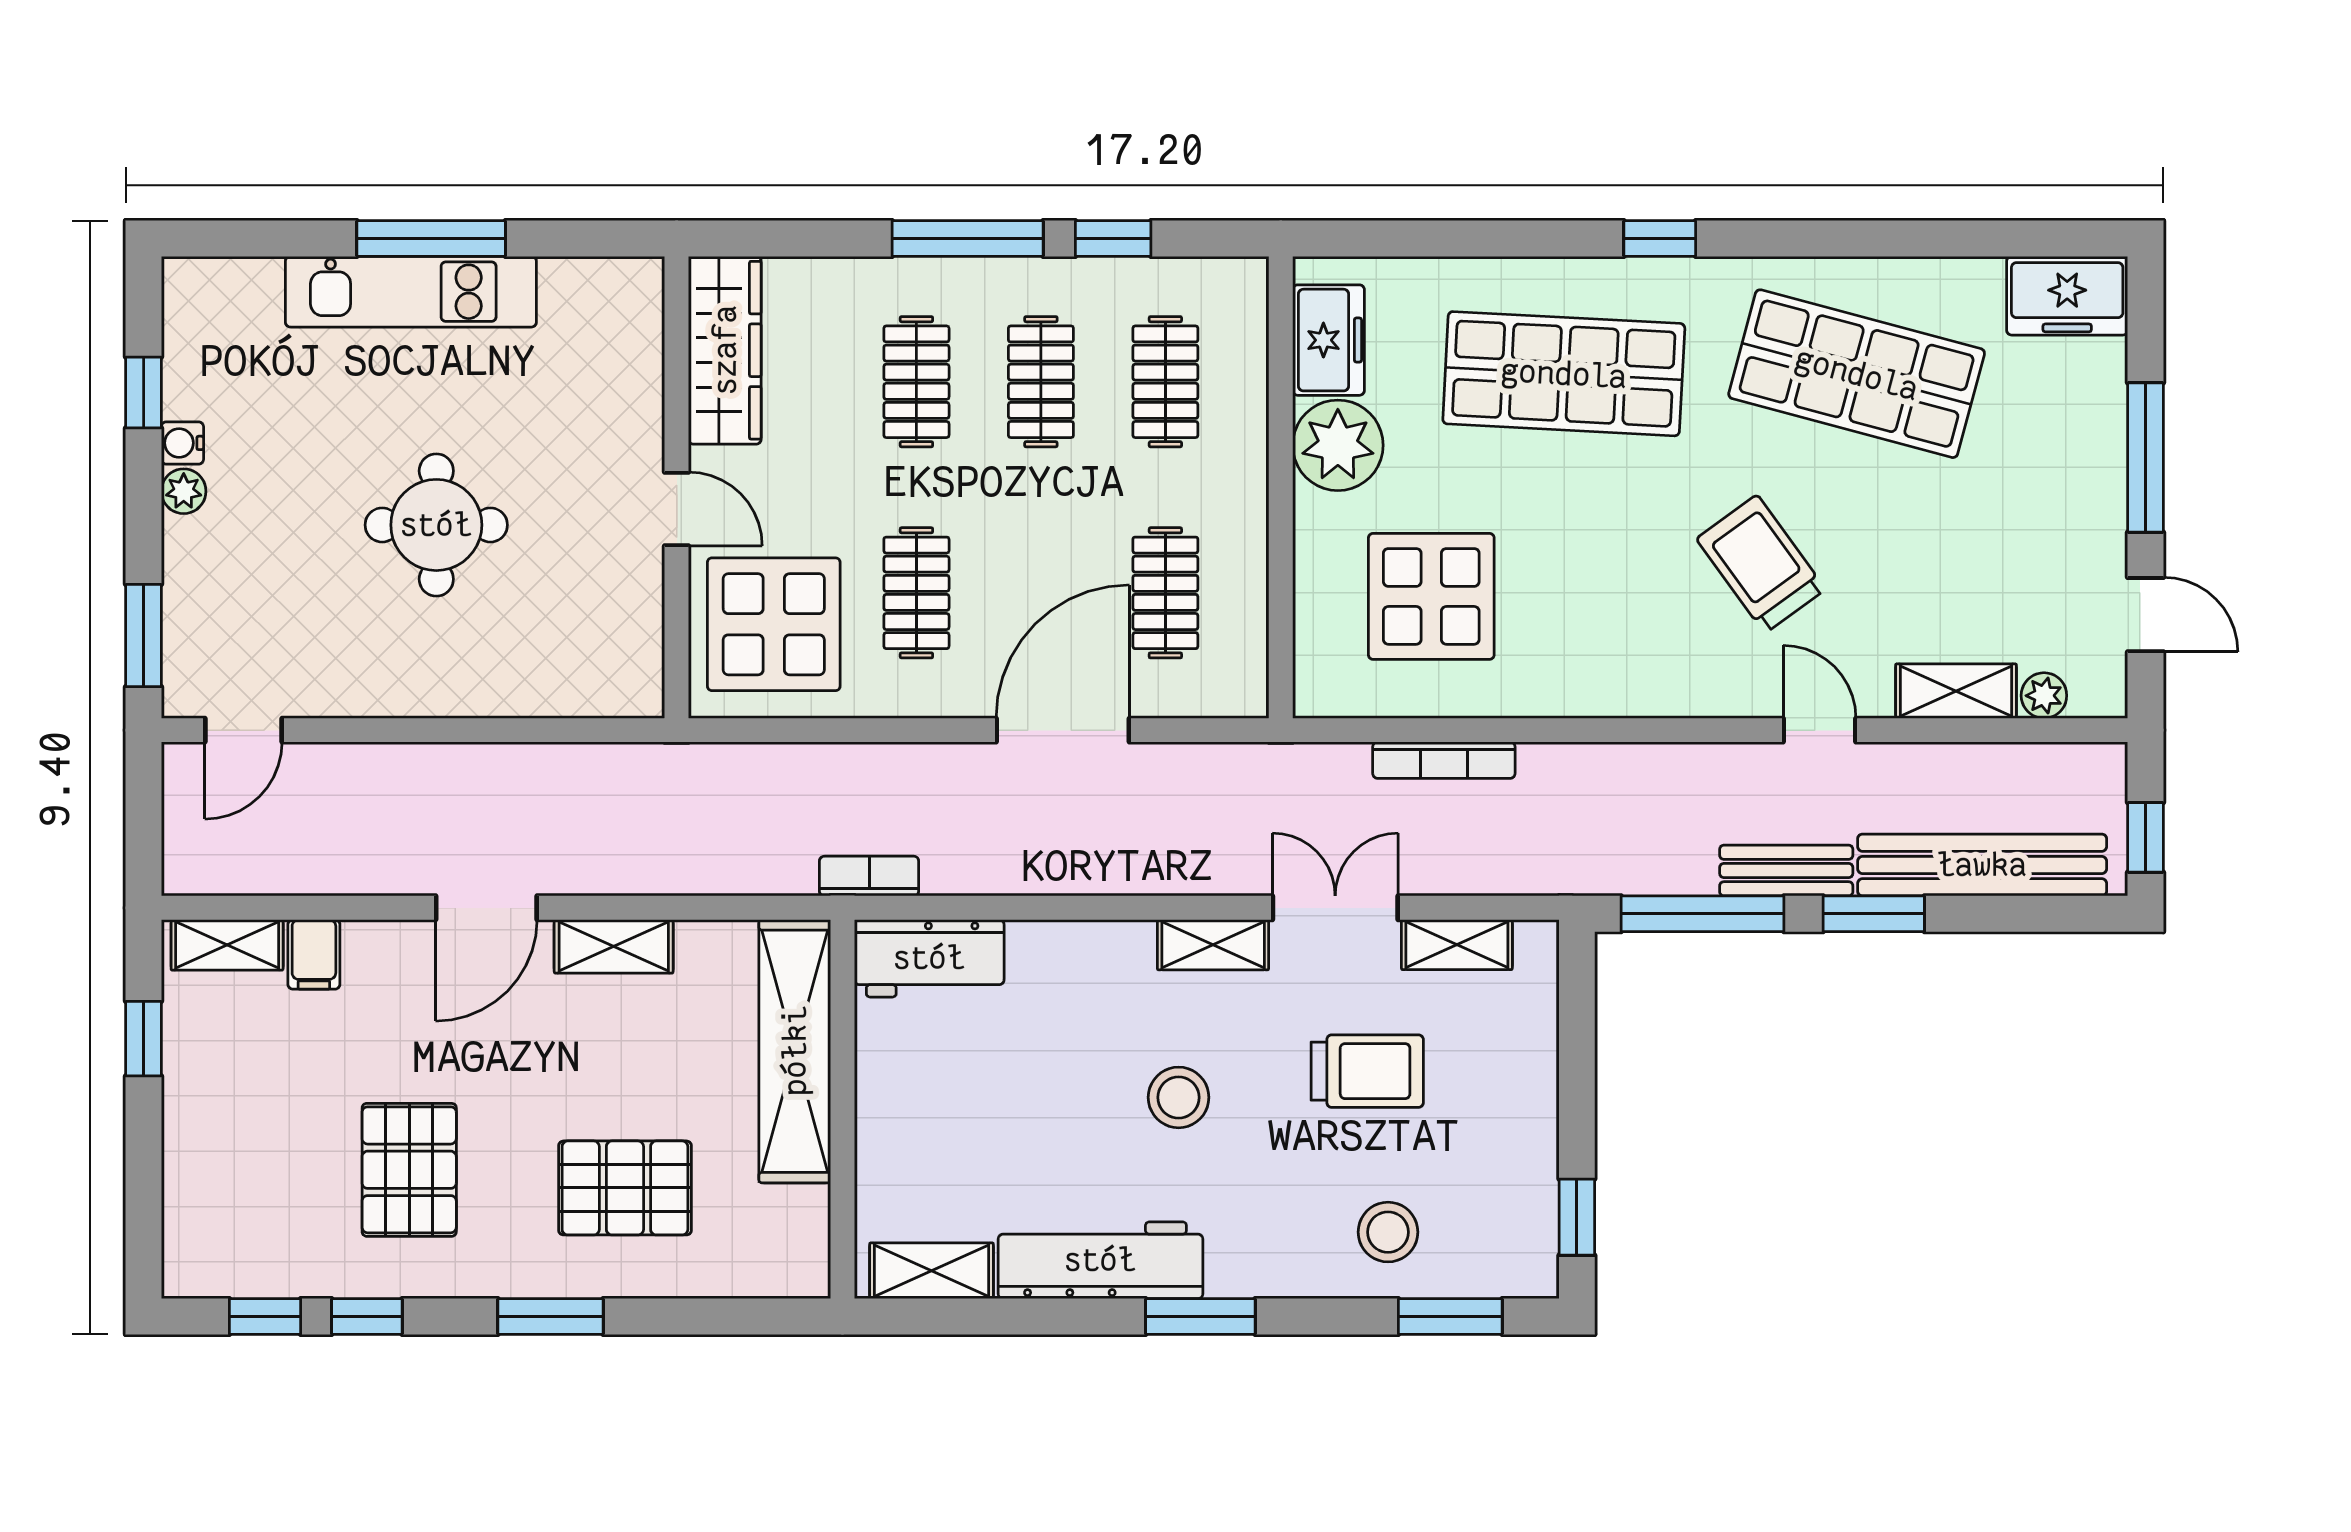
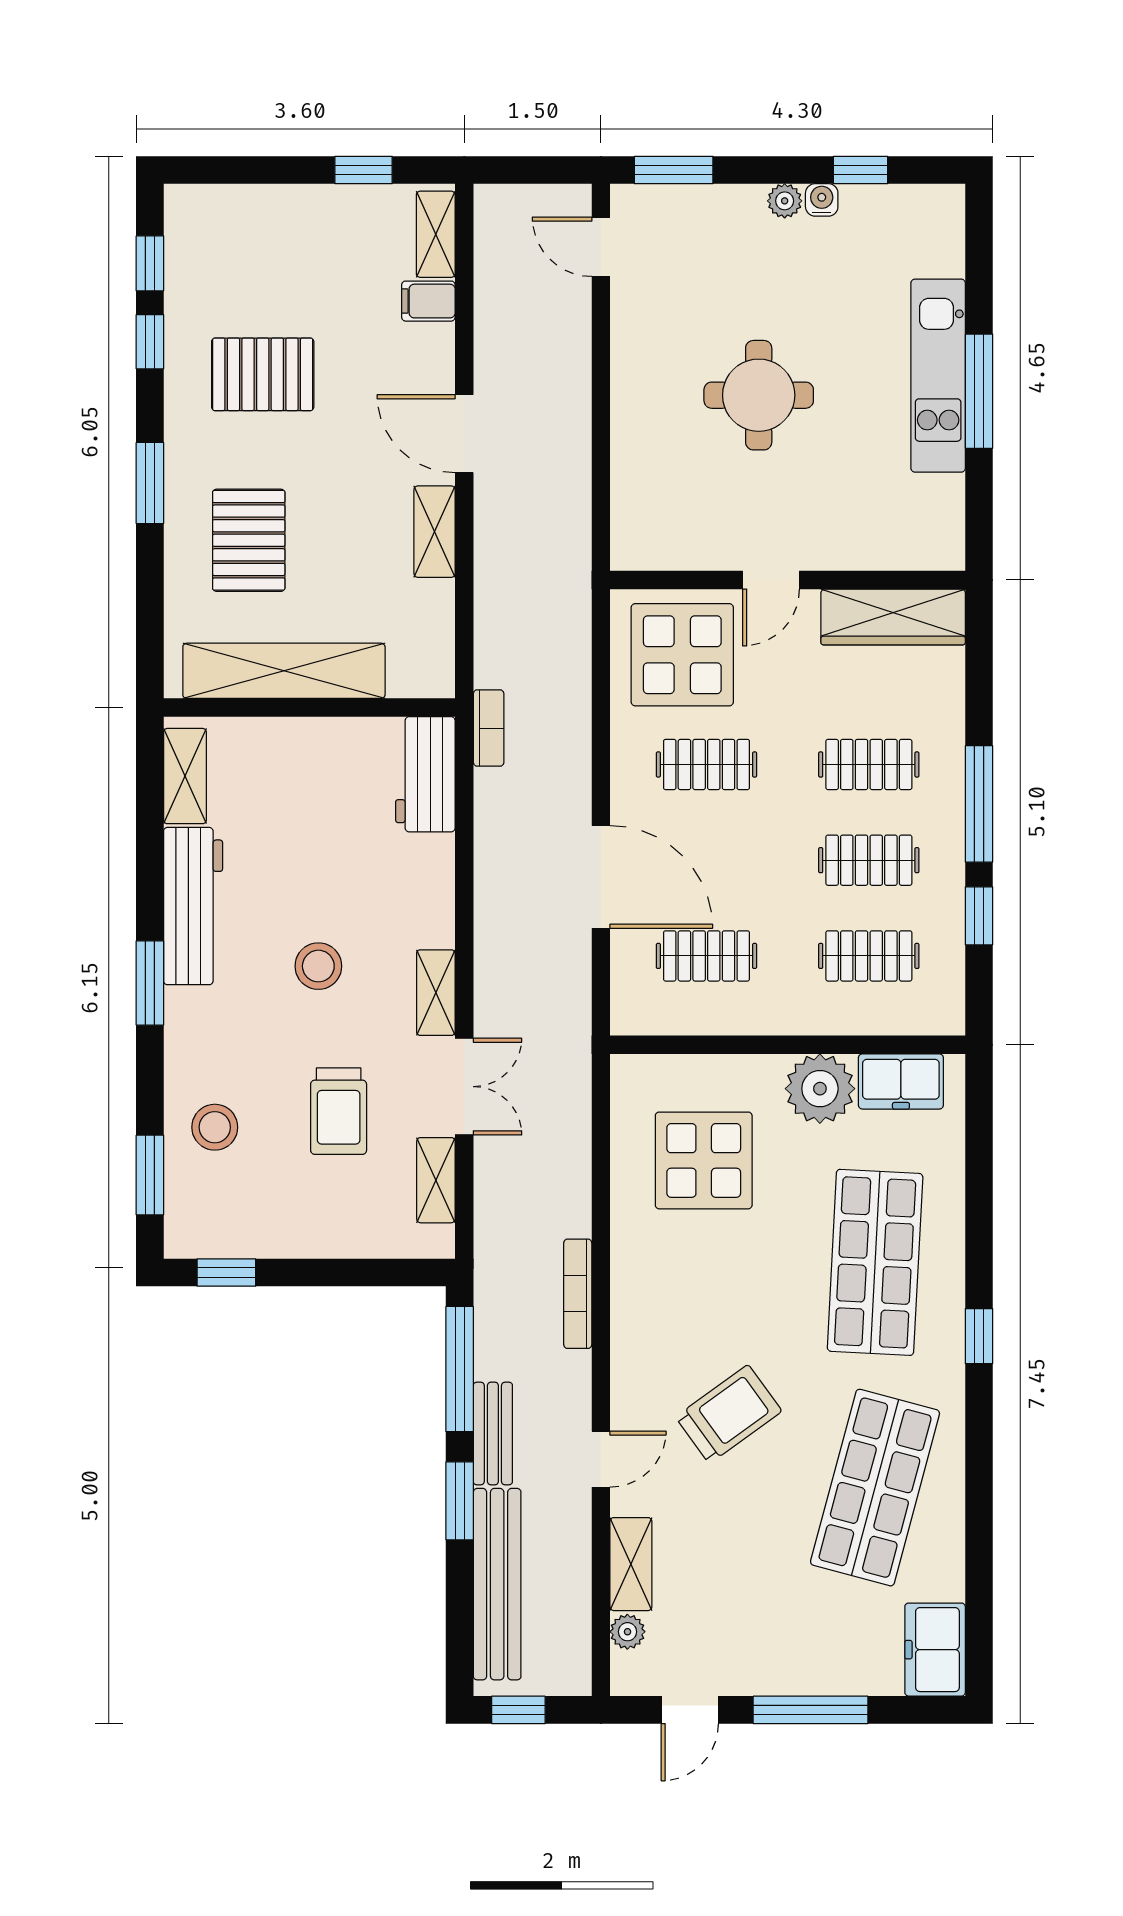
bookcase: (1444, 760) -> (578, 1294), moved
shelving: (795, 1051) -> (284, 671), moved

